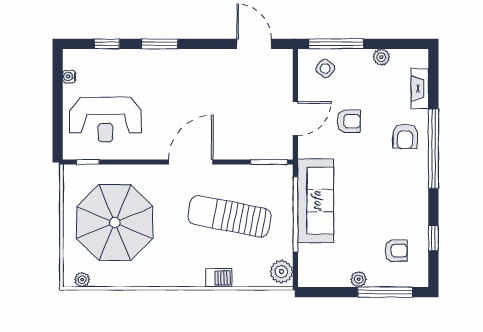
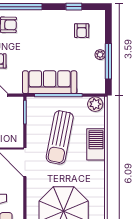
armchair: (396, 251) -> (82, 31), turned 180
barbecue: (219, 278) -> (96, 144), width x1.88, depth x1.53
window: (385, 292) -> (108, 61), moved

